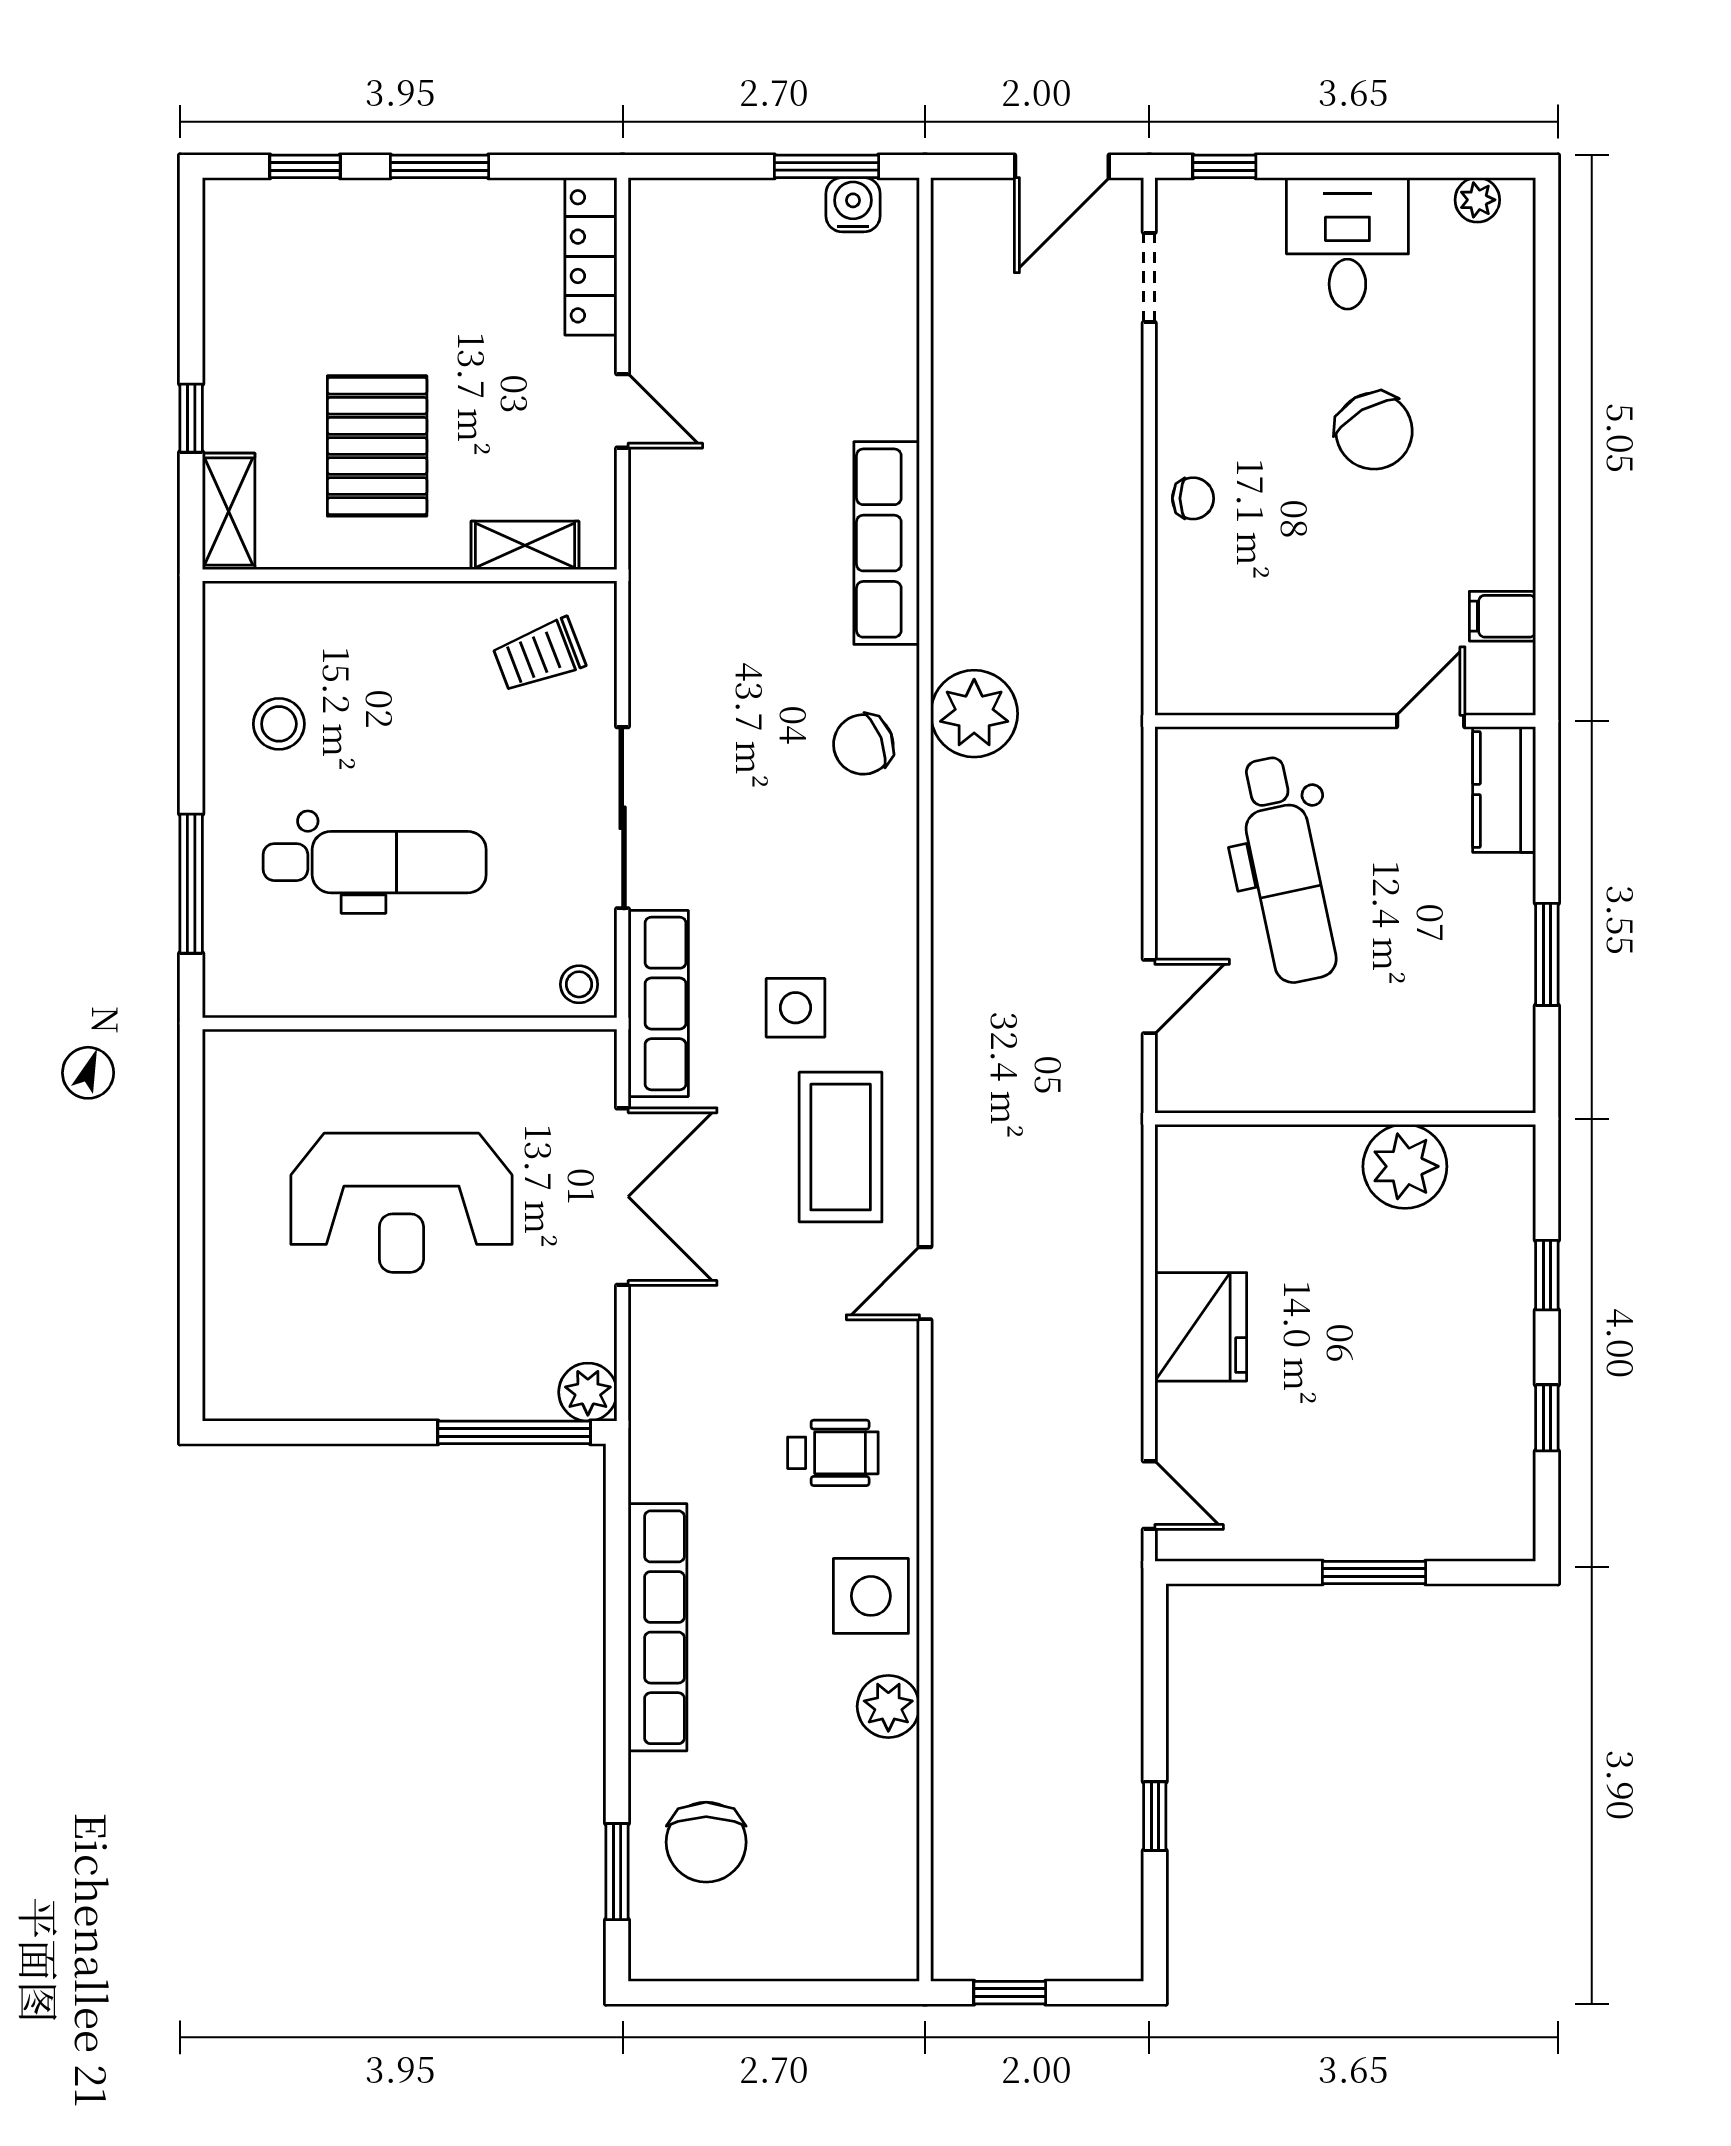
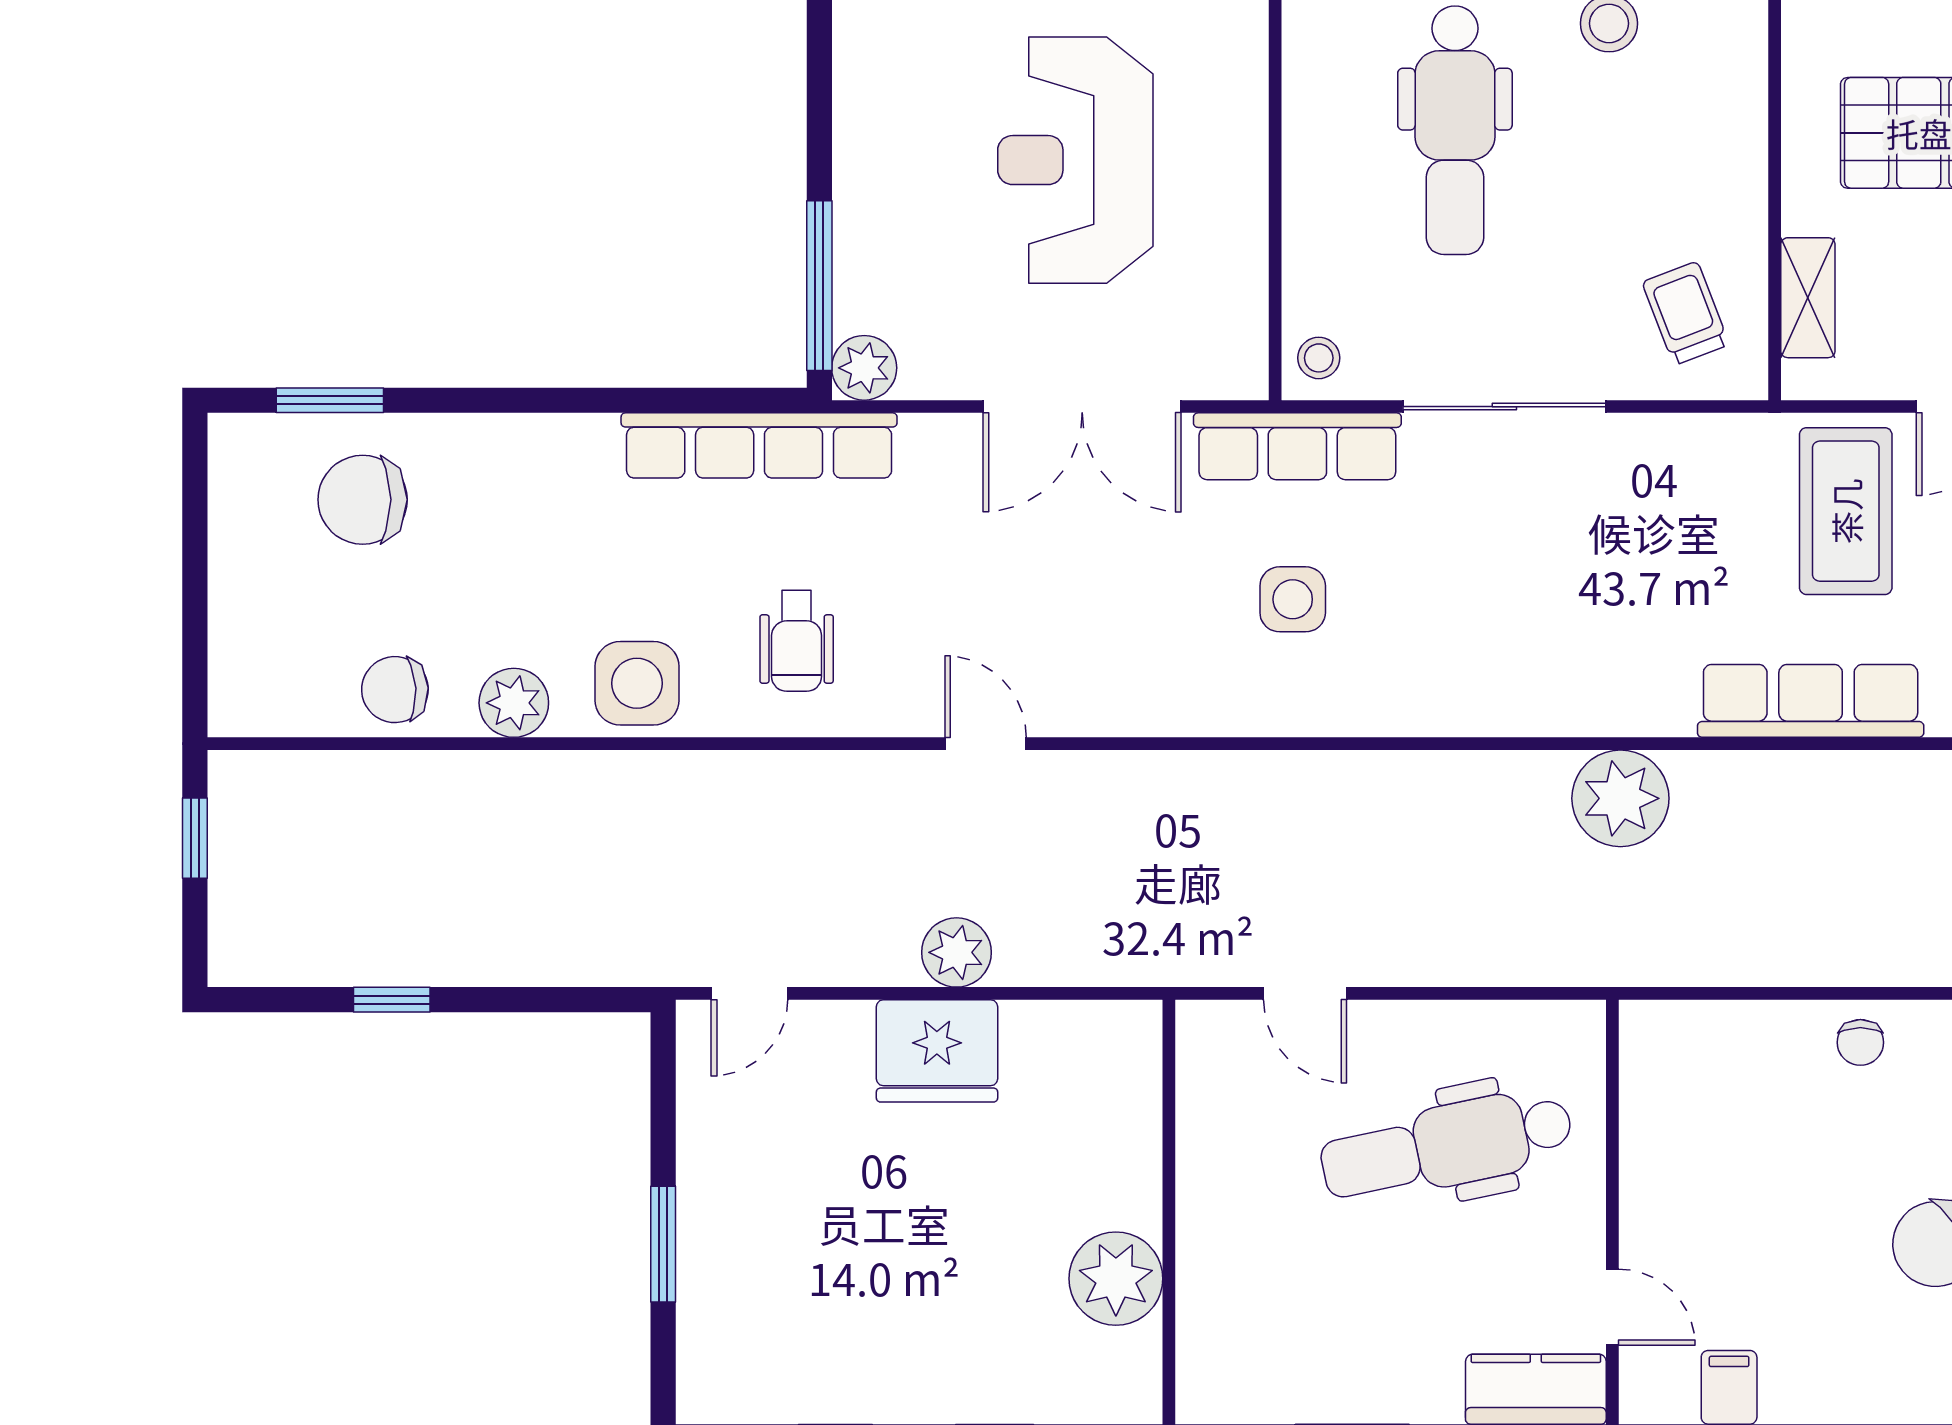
chair: (863, 744) -> (395, 690), moved, turned -72
coffee table: (841, 1147) -> (1846, 511), moved, turned 90
plant: (1112, 1309) -> (957, 952), added
row of seats: (657, 1627) -> (759, 445), moved

